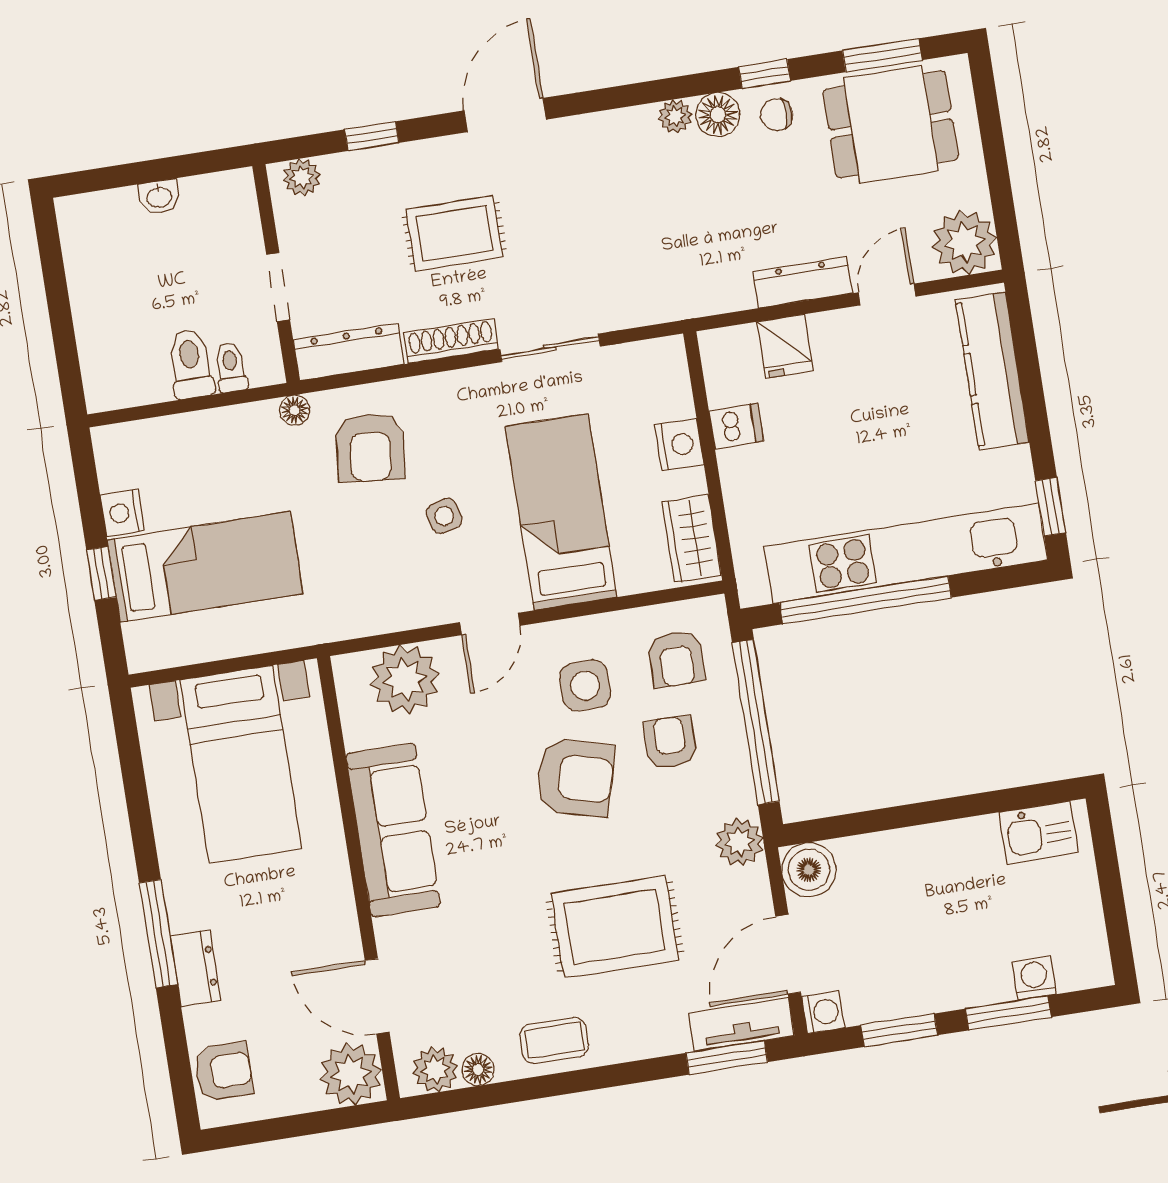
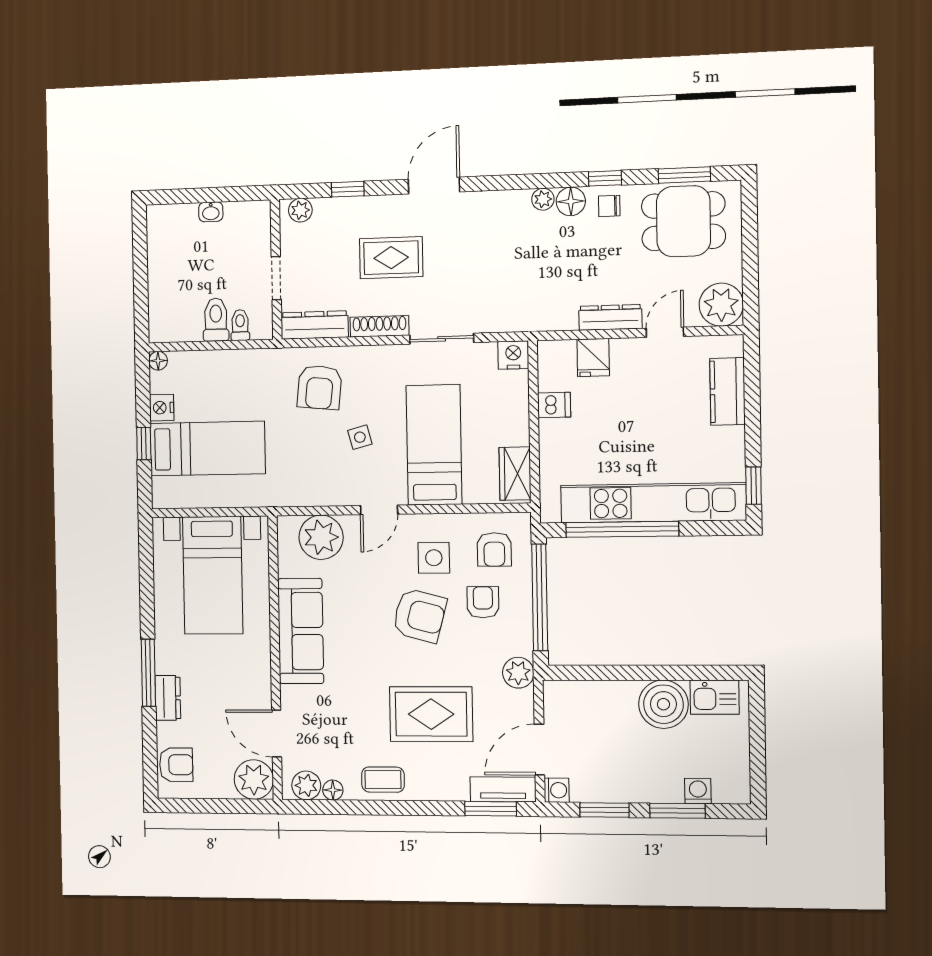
kitchen counter: (992, 371) -> (728, 391), width x0.67
floor lamp: (295, 410) -> (158, 361), moved
nightstand: (679, 445) -> (513, 355), moved, turned -90
boiler: (809, 870) -> (663, 704), moved, width x1.37, depth x1.37

